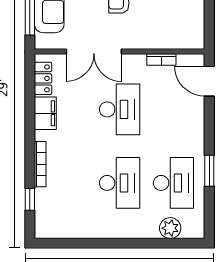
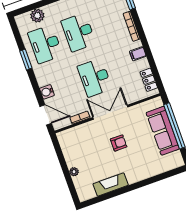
double door: (94, 52) -> (110, 112), moved
filing cabinet: (45, 113) -> (138, 54), width x0.50
water cooler: (196, 114) -> (47, 92), added

